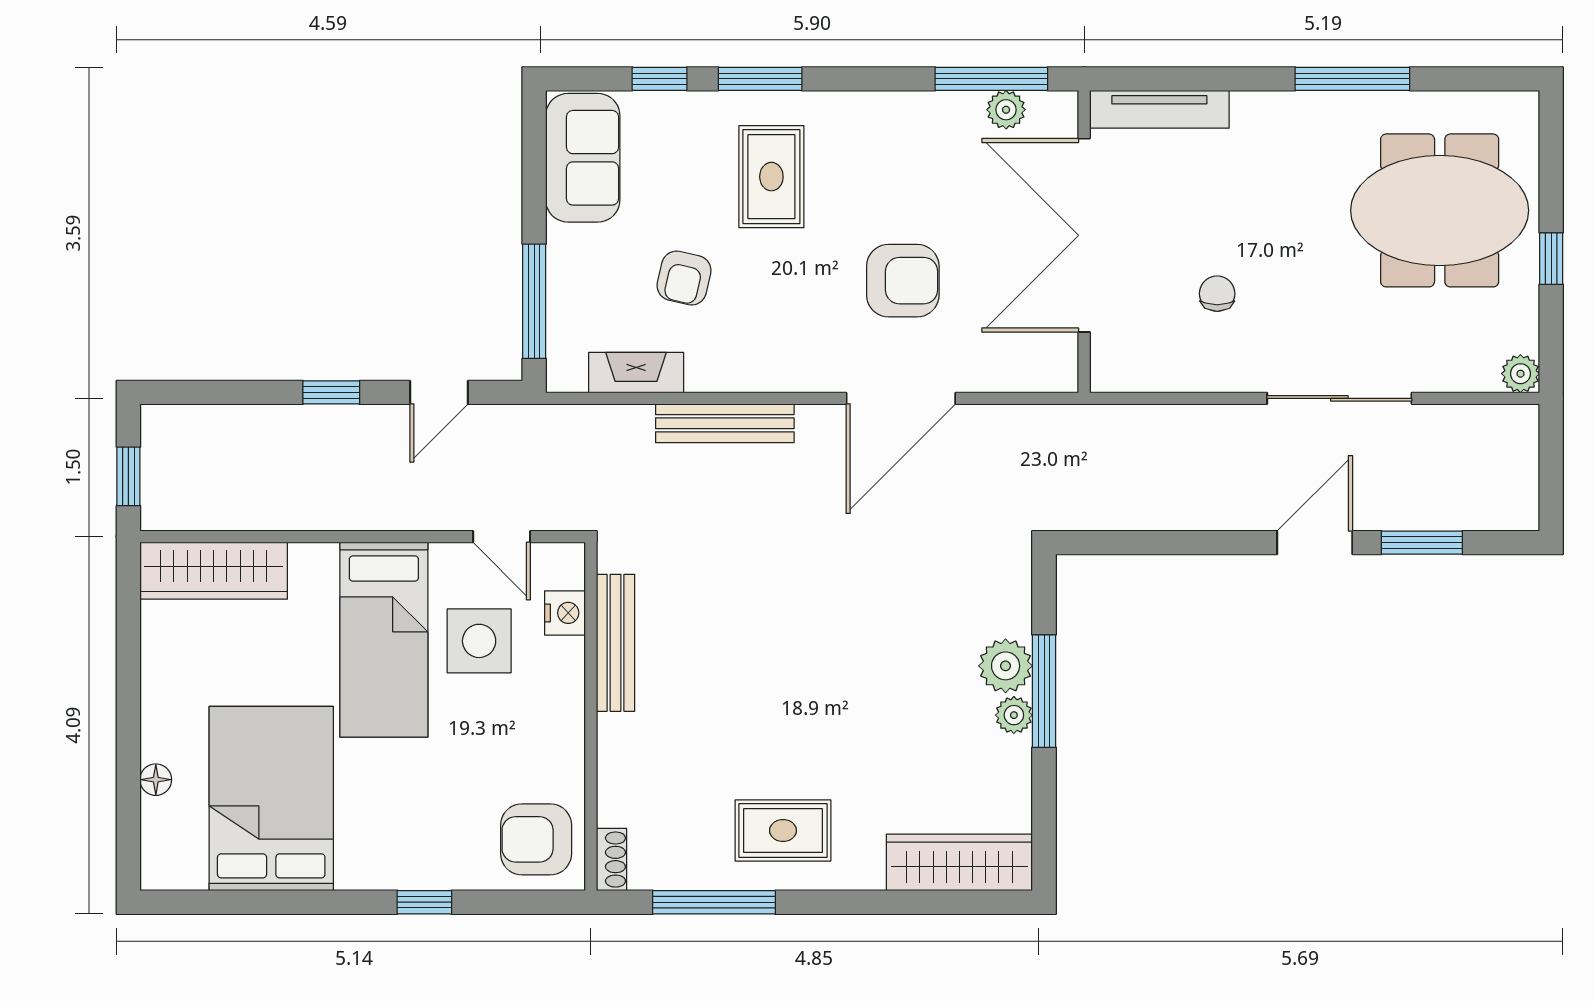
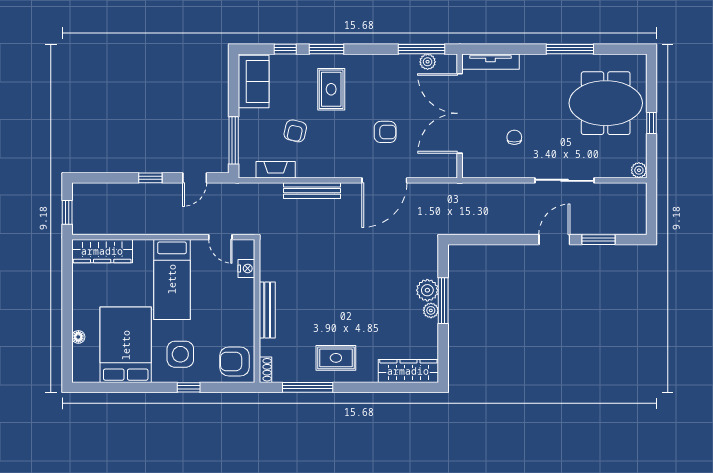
armchair: (903, 281) -> (385, 132), width x0.72, depth x0.72
side table: (479, 641) -> (180, 354), moved
bench: (616, 643) -> (267, 310), moved

